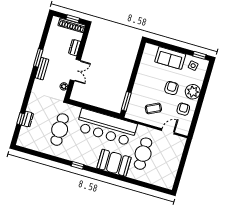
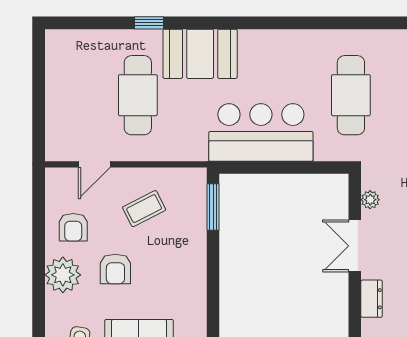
bar counter: (106, 127) -> (261, 132), width x0.73
window: (78, 165) -> (149, 23), moved

